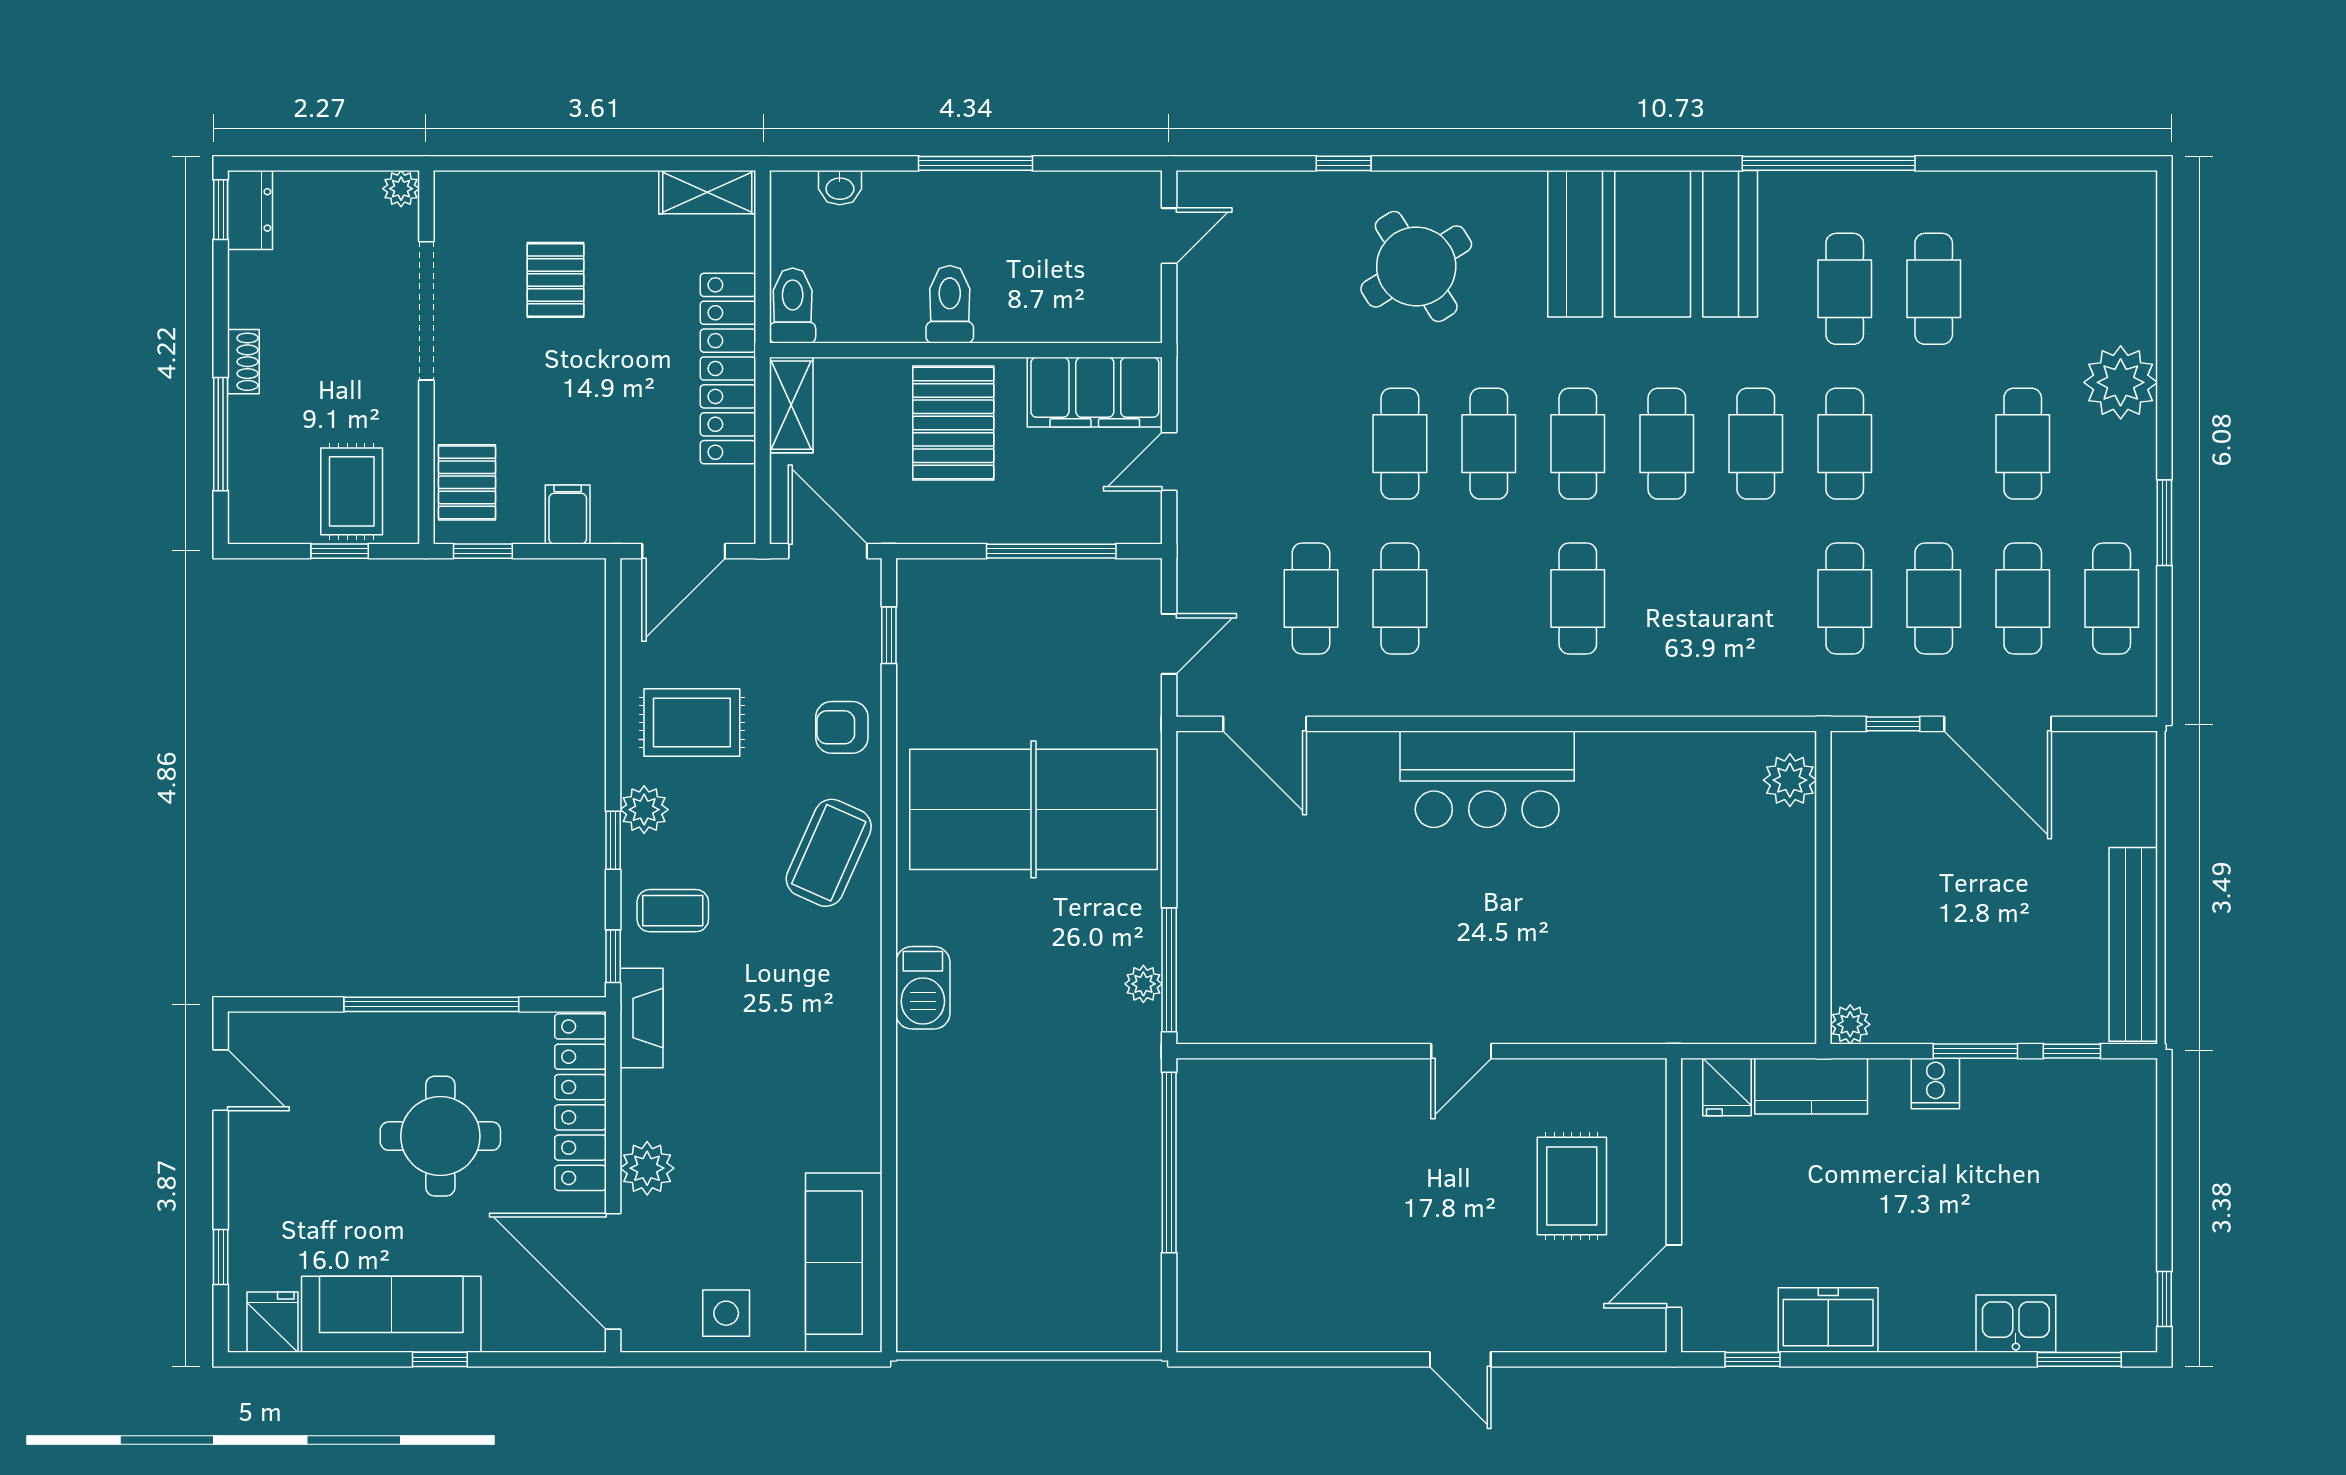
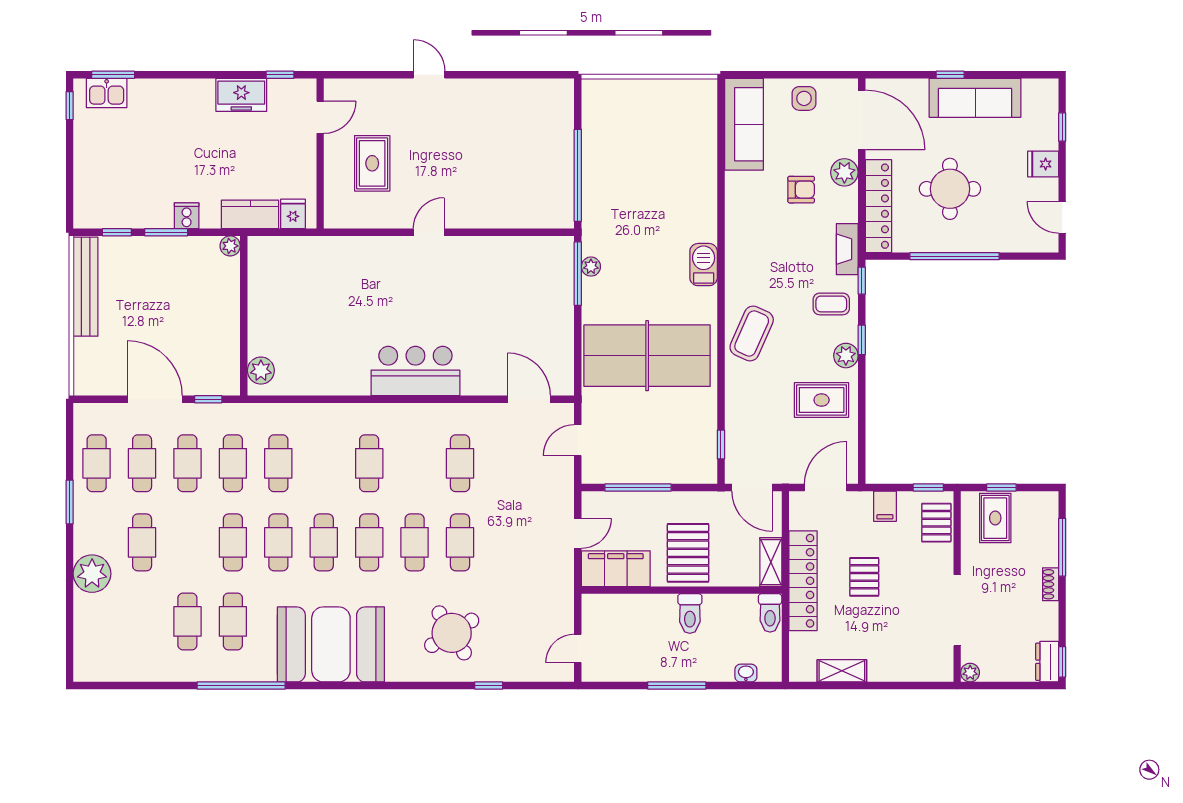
shelving: (707, 192) -> (842, 671), moved
pallet: (555, 280) -> (864, 577), moved
cafe table: (1311, 598) -> (278, 463), moved
armchair: (842, 727) -> (801, 190), moved
fridge: (273, 1322) -> (1043, 164), moved, turned 90
kitchen sink: (2016, 1324) -> (107, 93), moved

